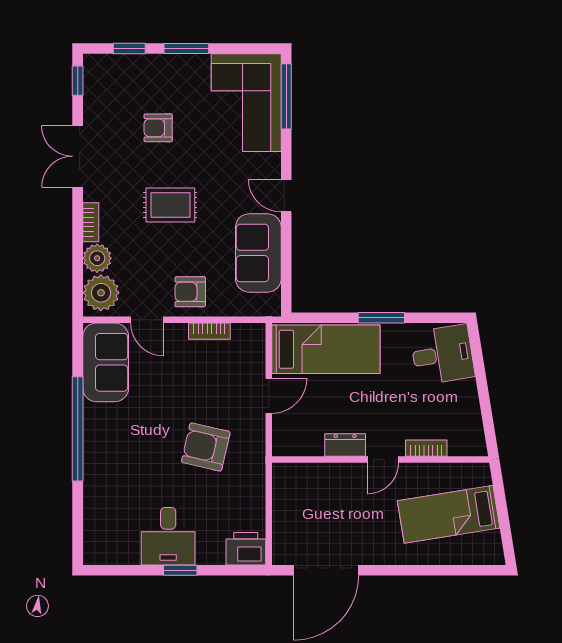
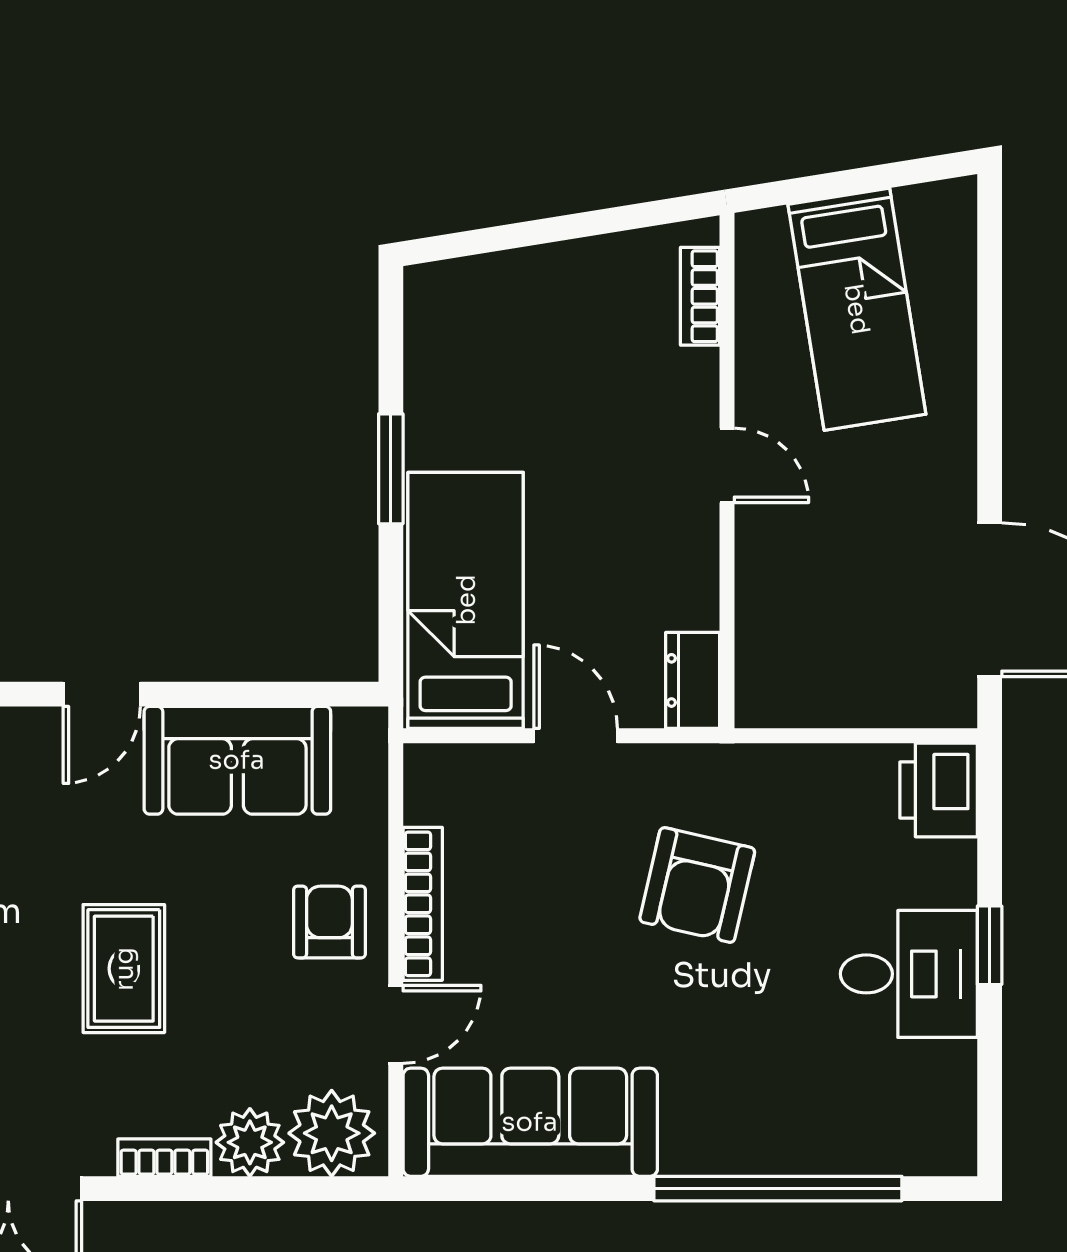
armchair: (190, 292) -> (329, 922), turned 180
bookcase: (209, 331) -> (423, 904), width x1.56
desk: (442, 355) -> (478, 324), removed
sofa: (106, 362) -> (530, 1122), width x1.36
window: (78, 429) -> (778, 1189), moved
dresser: (345, 445) -> (693, 680), moved
bookcase: (426, 448) -> (700, 296), moved

